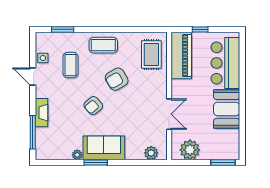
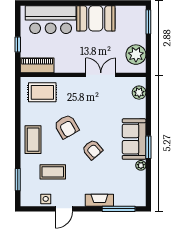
piano: (181, 56) -> (37, 65), width x0.73, depth x0.75

